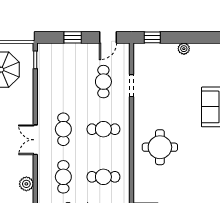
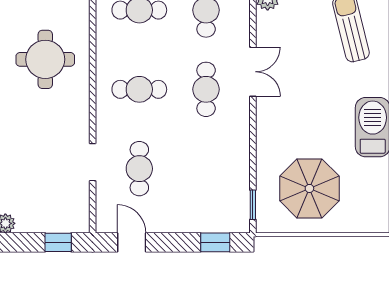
window: (73, 37) -> (215, 242), moved
door: (108, 37) -> (132, 242), hinge flipped

